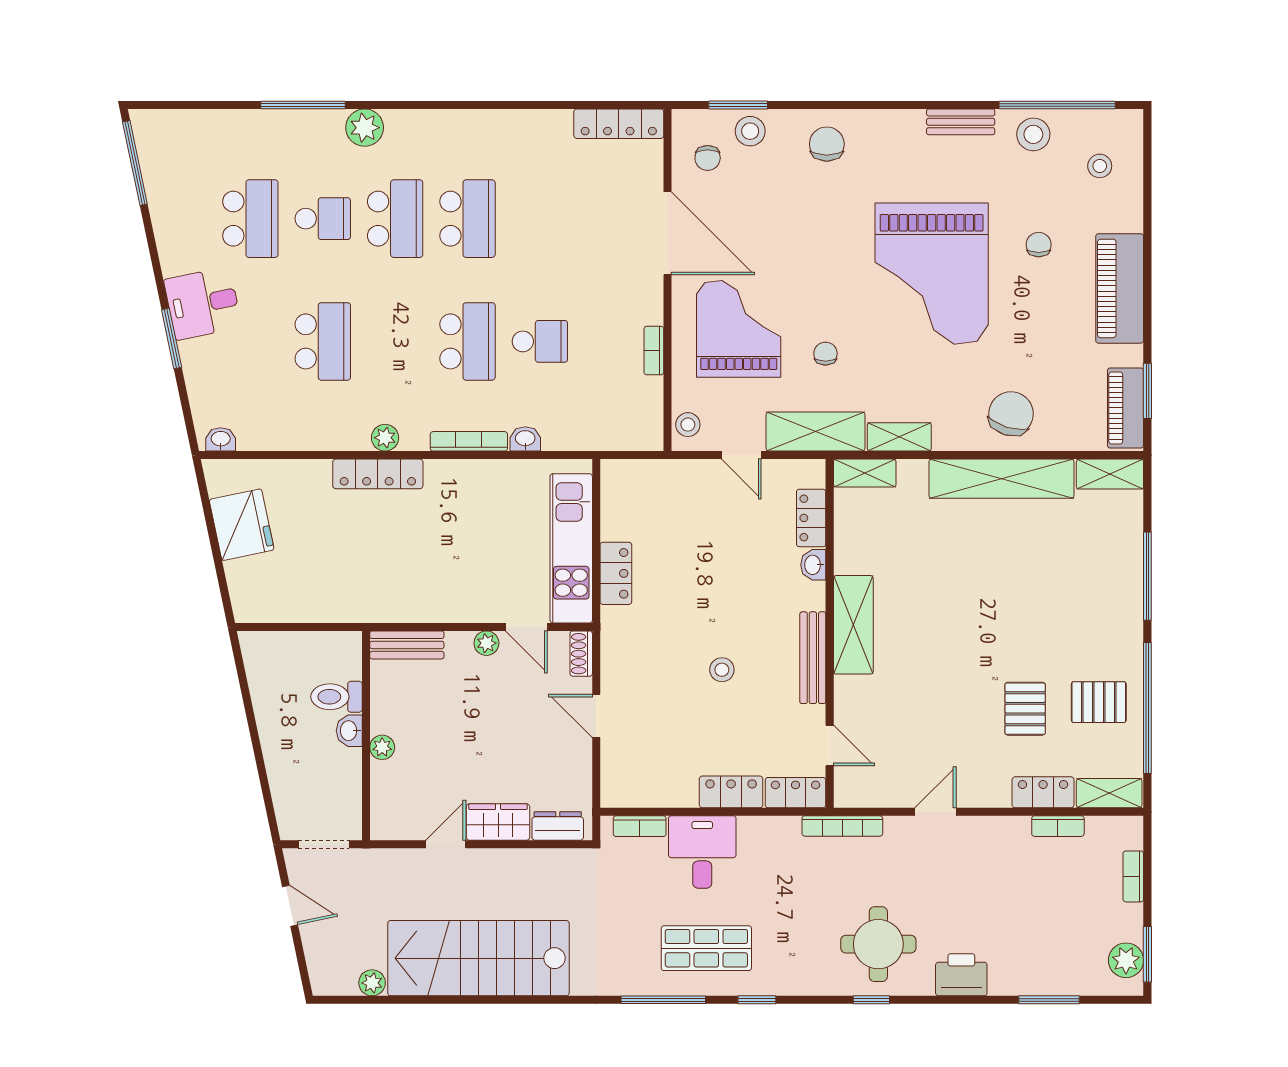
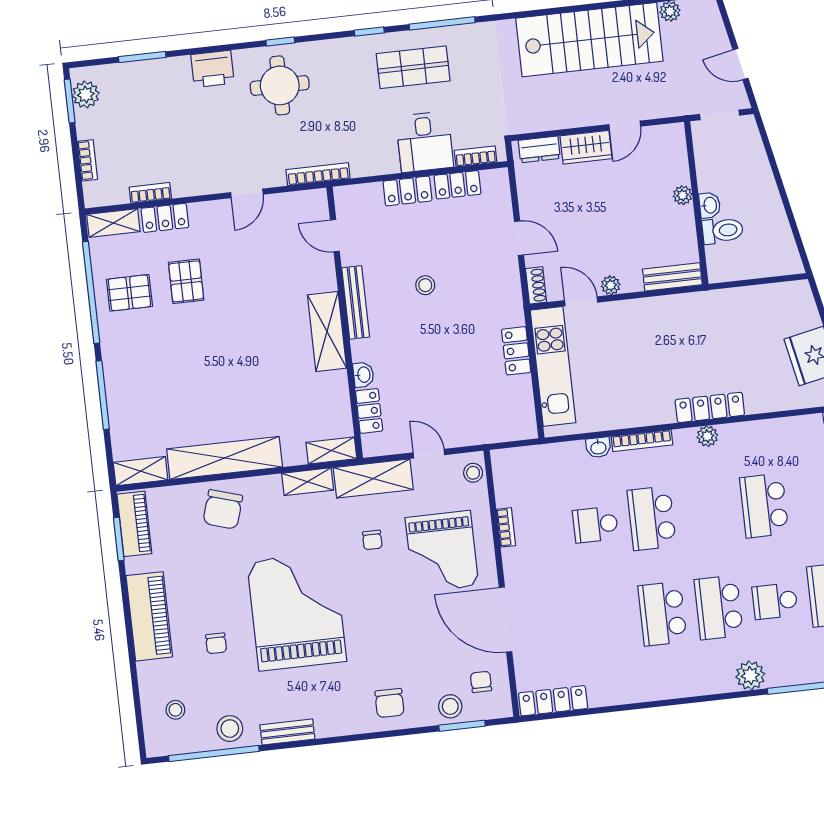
locker: (795, 793) -> (458, 185), moved

